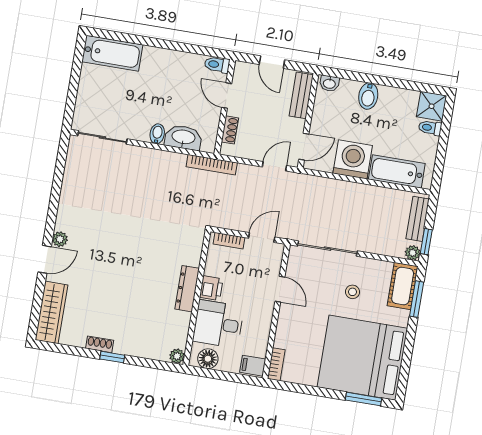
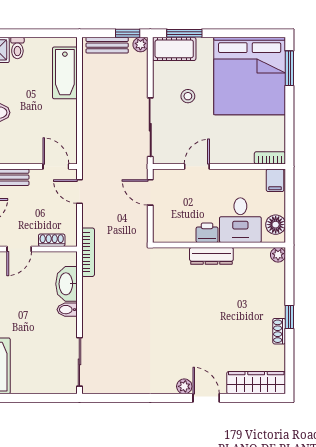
washing machine: (353, 159) -> (60, 117), removed
bookcase: (229, 241) -> (158, 223), removed

